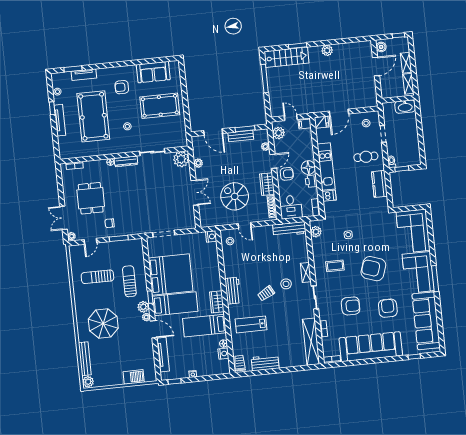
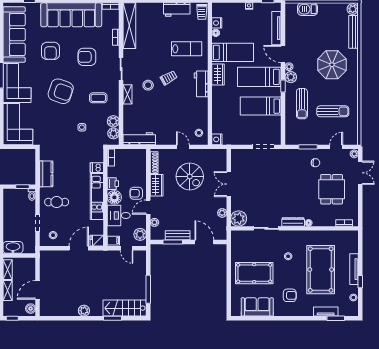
desk: (291, 207) -> (119, 215), moved, turned -90
plant: (317, 244) -> (113, 121), added
bed: (171, 275) -> (261, 106), width x0.49

